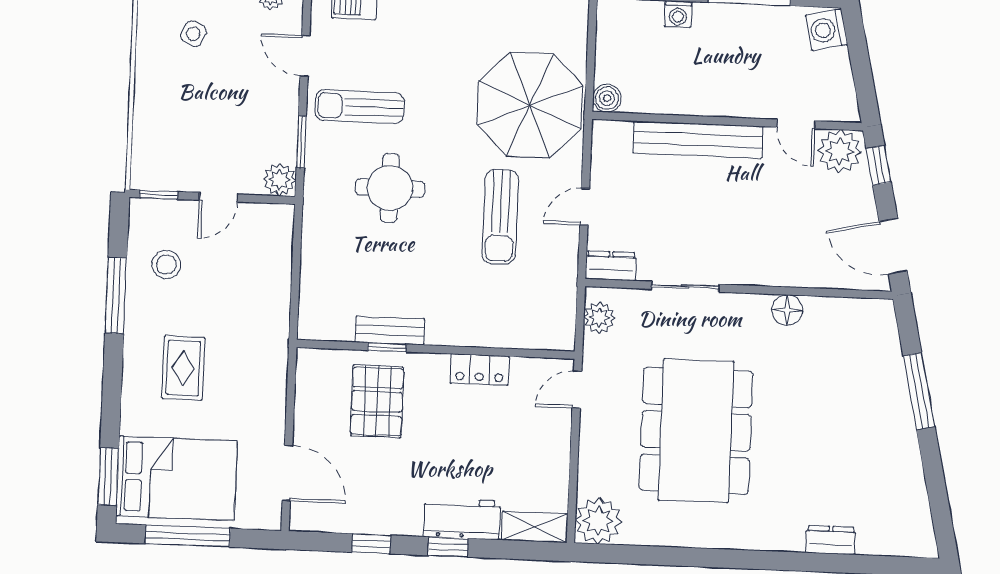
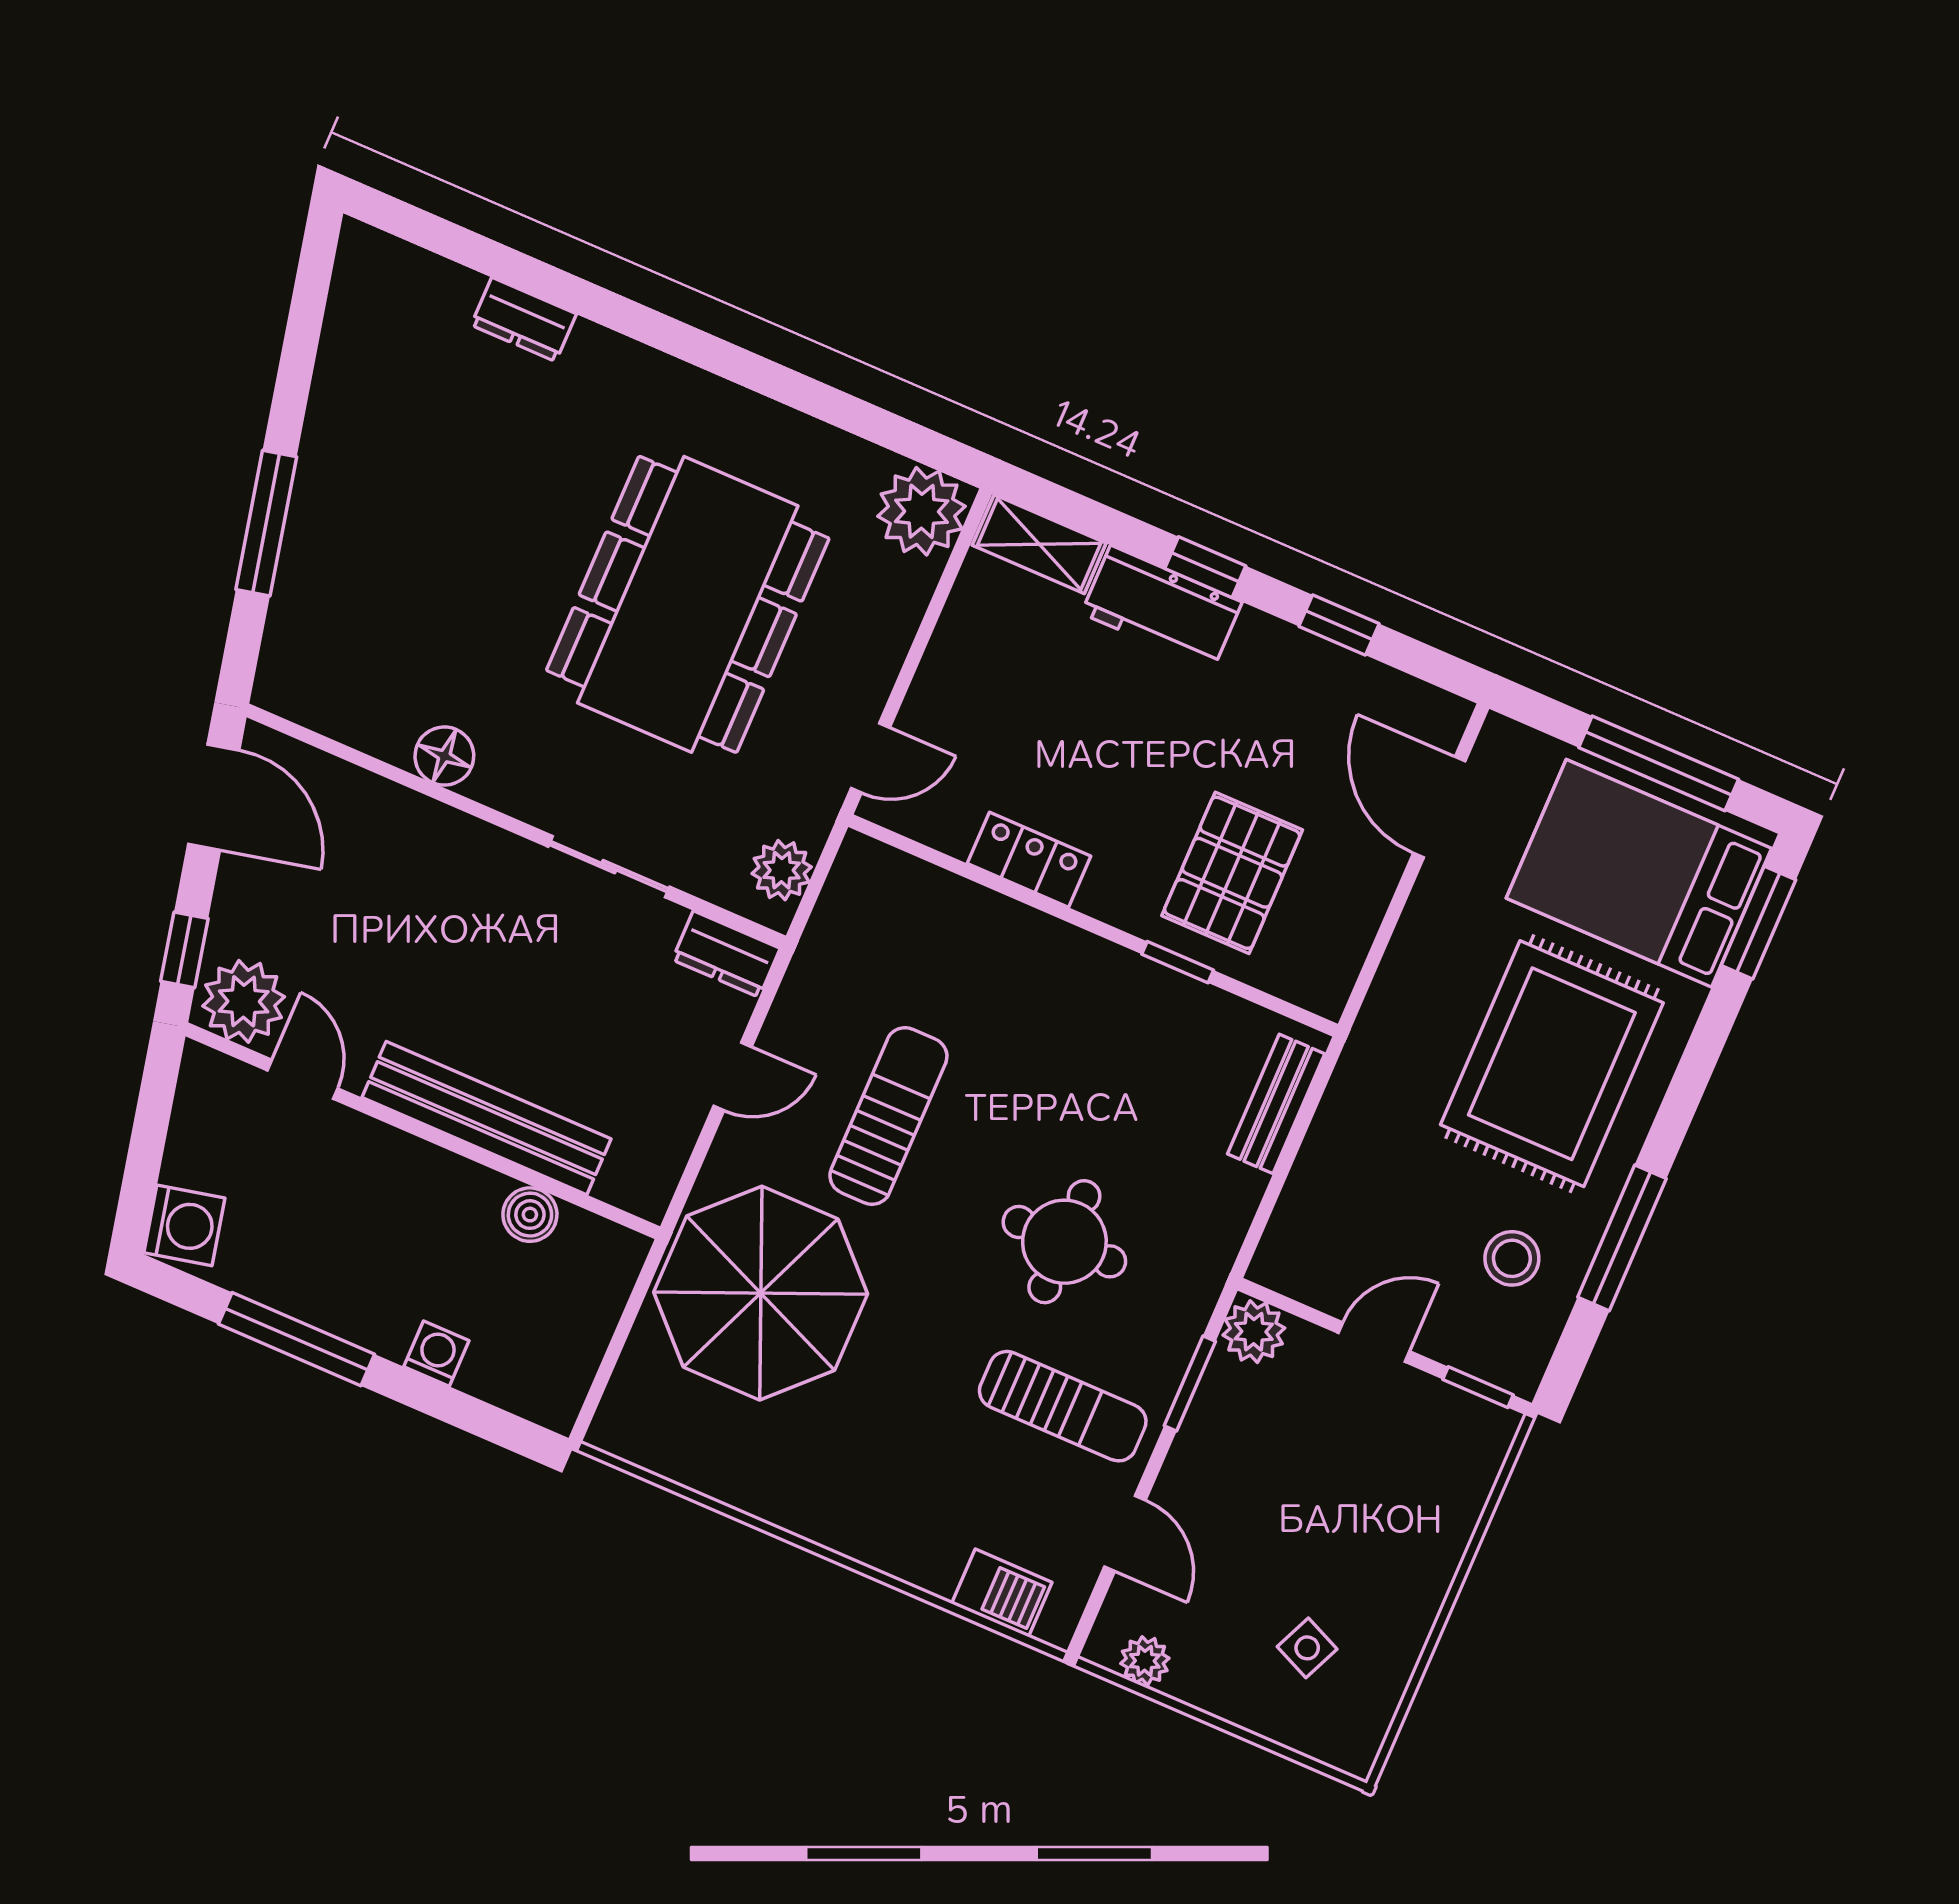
boiler: (607, 98) -> (530, 1215), moved
bench: (390, 331) -> (1276, 1104), moved, turned 90
rug: (183, 368) -> (1552, 1064), width x1.86, depth x2.06

